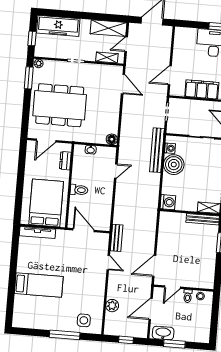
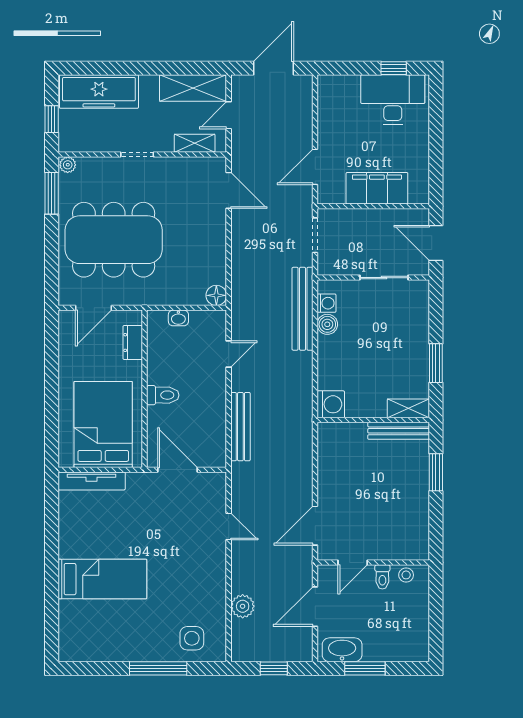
boiler: (174, 165) -> (327, 324), width x0.54, depth x0.54
bench: (117, 238) -> (240, 427), moved, width x1.36

